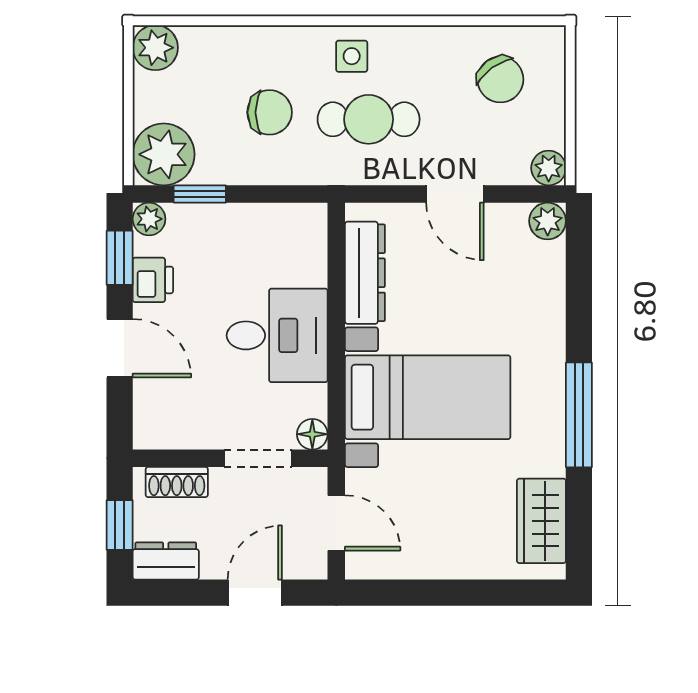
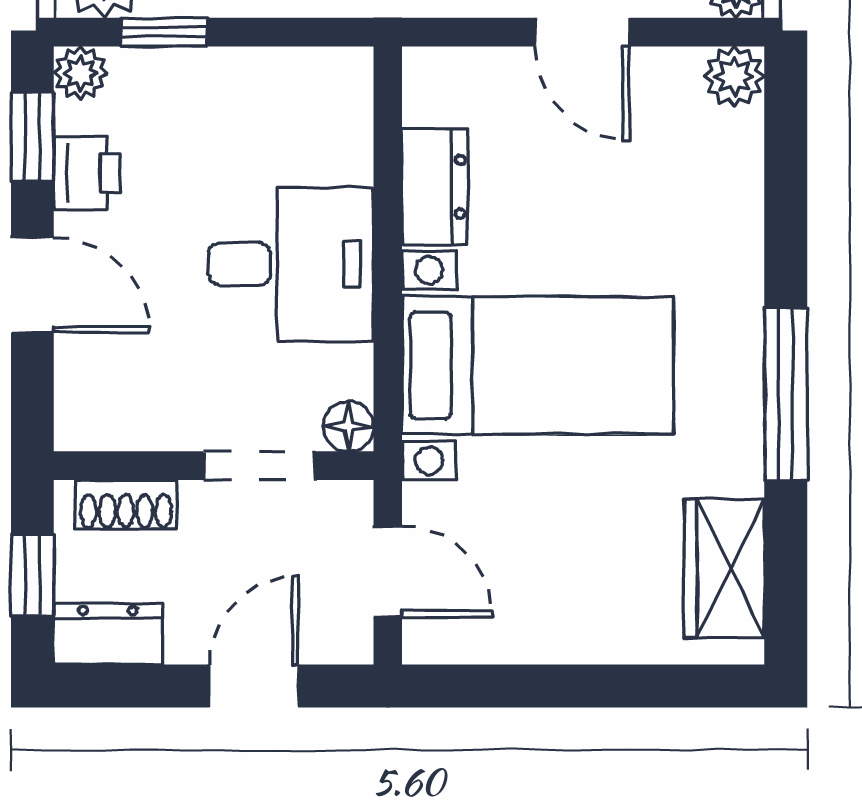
dresser: (365, 273) -> (435, 187), width x0.70

